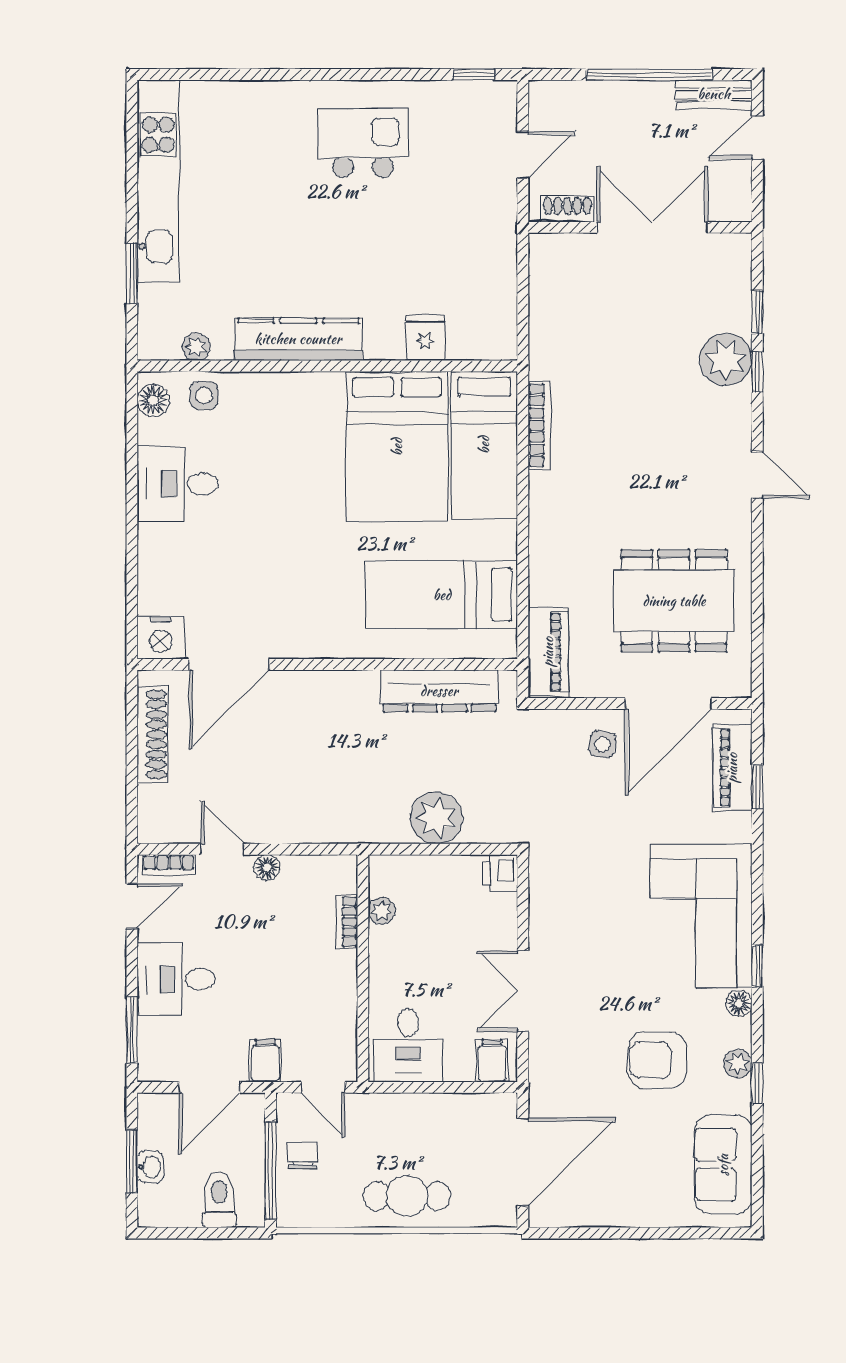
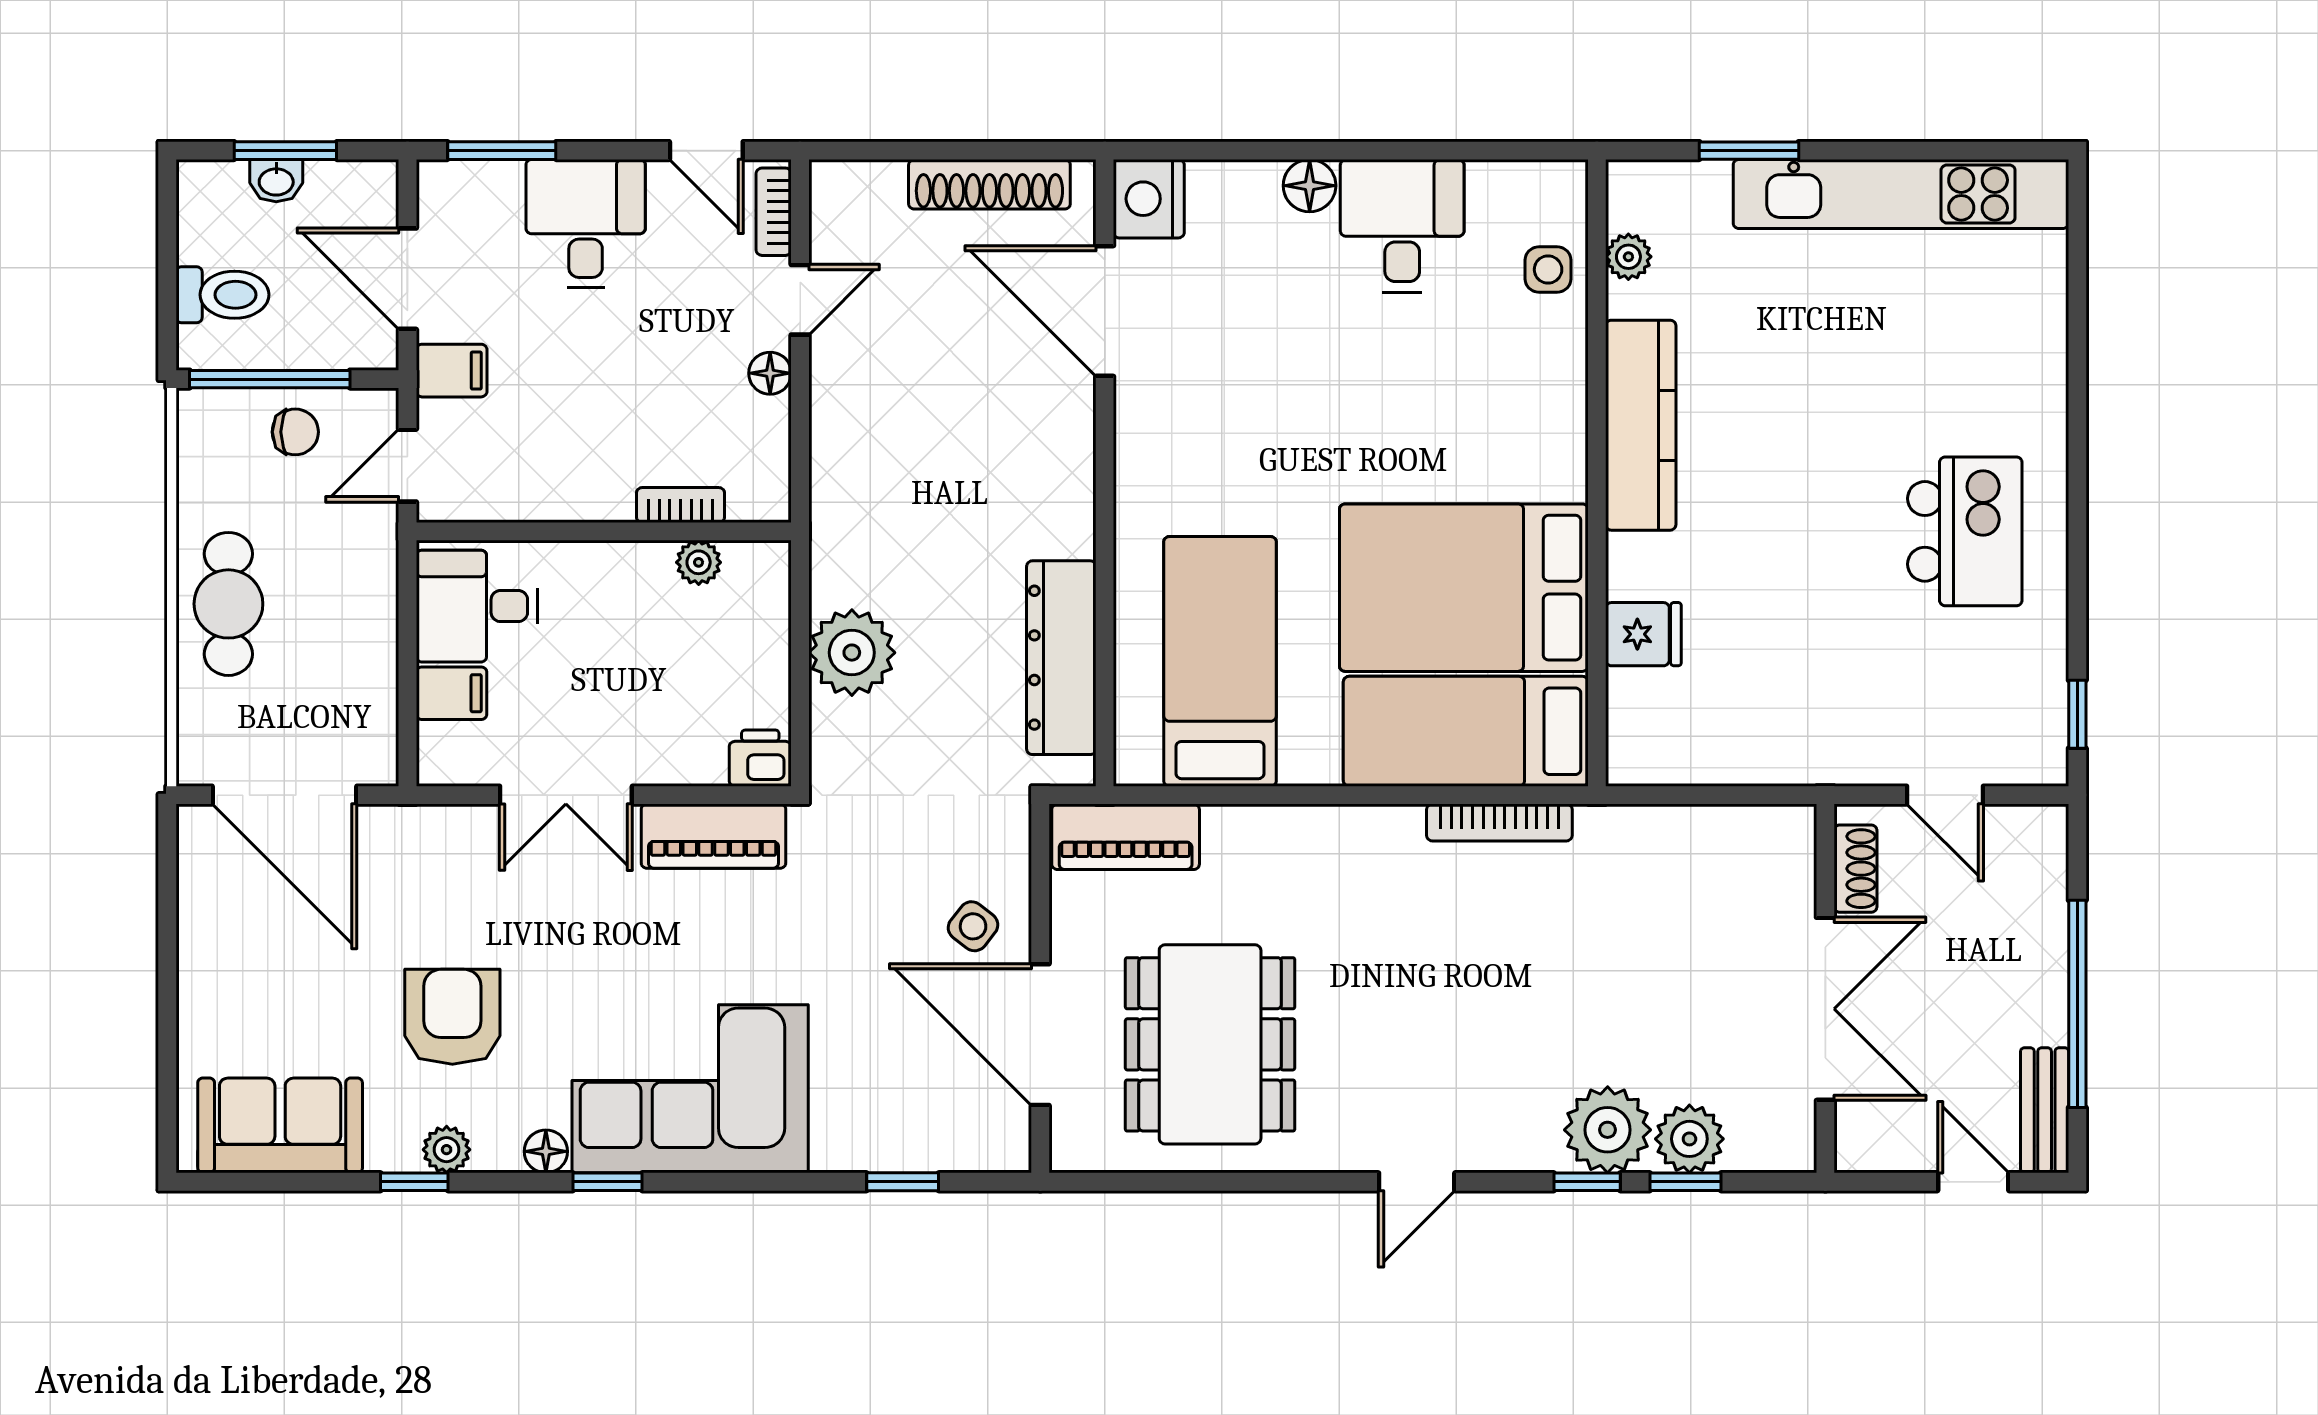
plant: (731, 310) -> (1689, 1139), added
floor lamp: (153, 400) -> (1310, 186), moved
side table: (602, 744) -> (973, 926), turned 30
piano: (732, 768) -> (713, 836), moved, turned 180
double door: (523, 991) -> (566, 795), swing flipped
filing cabinet: (492, 1061) -> (451, 693), moved

